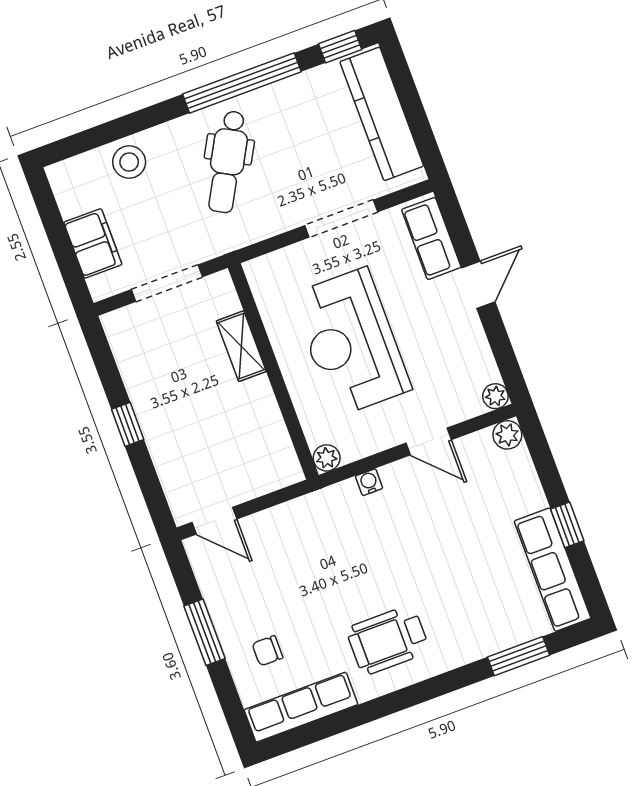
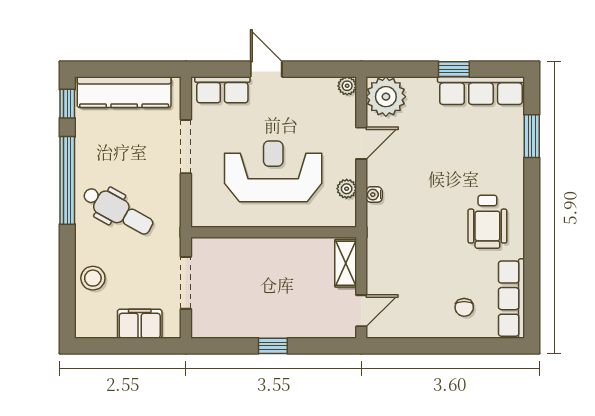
reception desk: (351, 342) -> (273, 171), turned 180
shelving: (241, 346) -> (346, 263), moved, turned 90
plant: (507, 435) -> (386, 97), width x1.87, depth x1.87
plant: (327, 458) -> (347, 189), moved
window: (204, 632) -> (435, 346), removed

